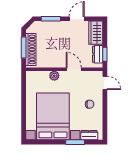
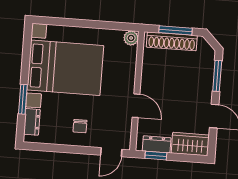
door: (74, 69) -> (136, 106), hinge flipped
plant: (54, 76) -> (131, 38), moved

